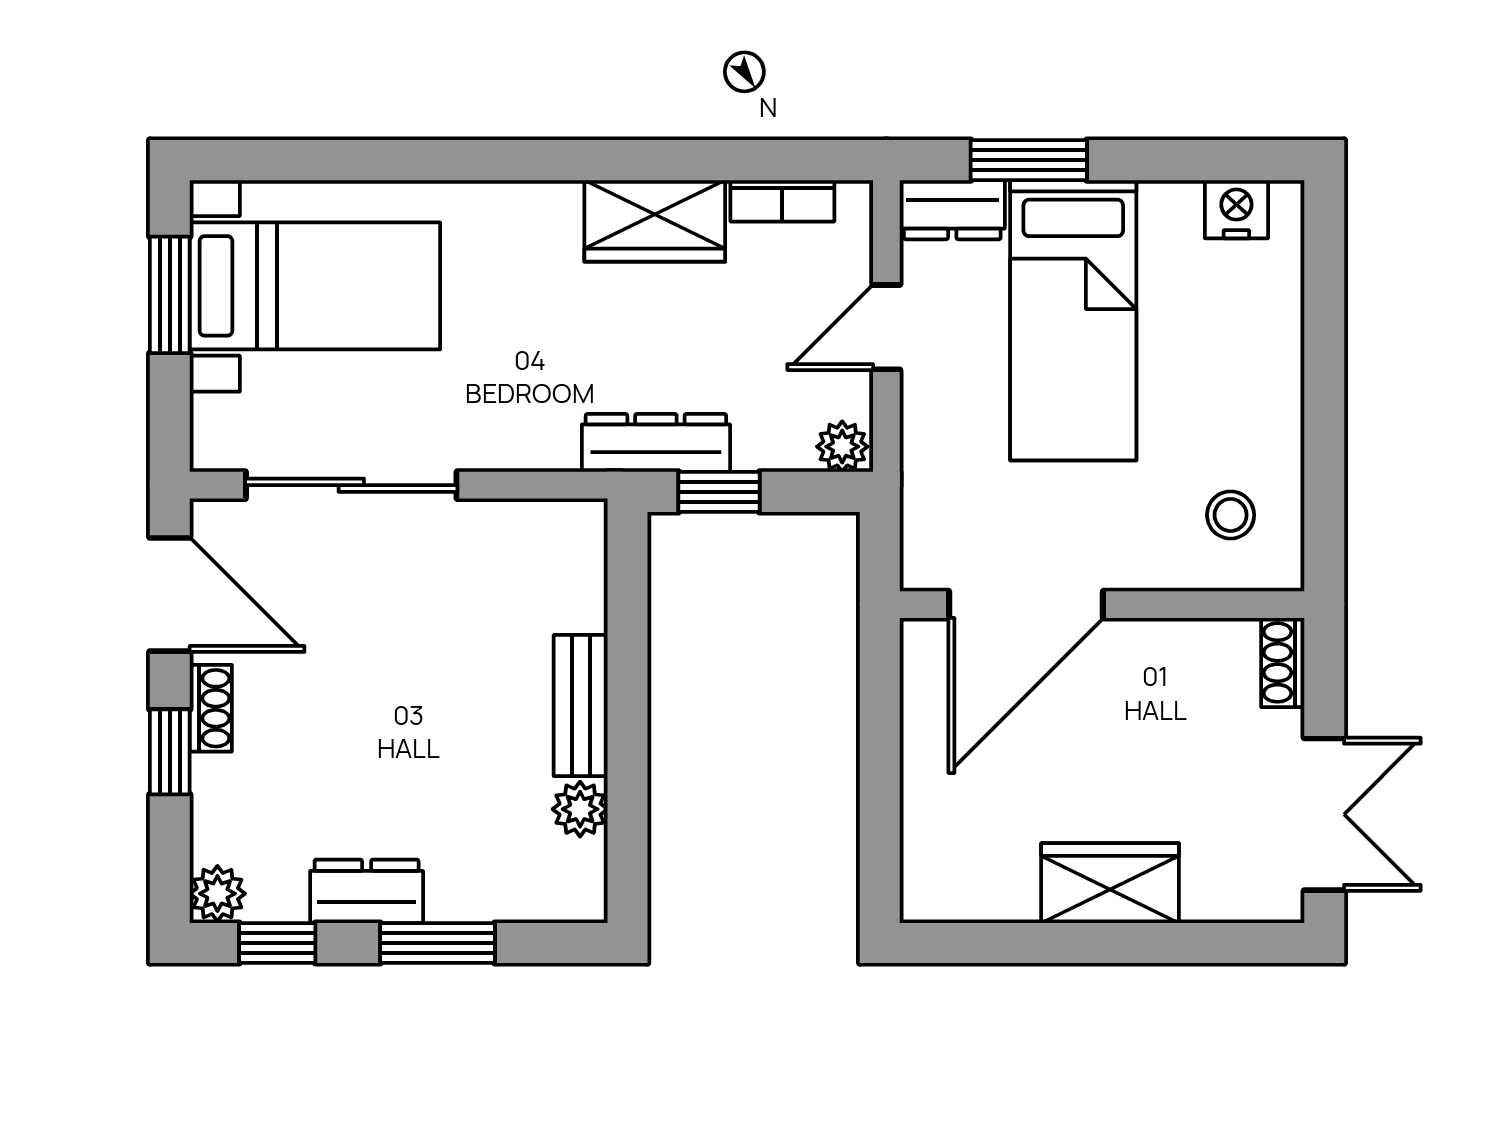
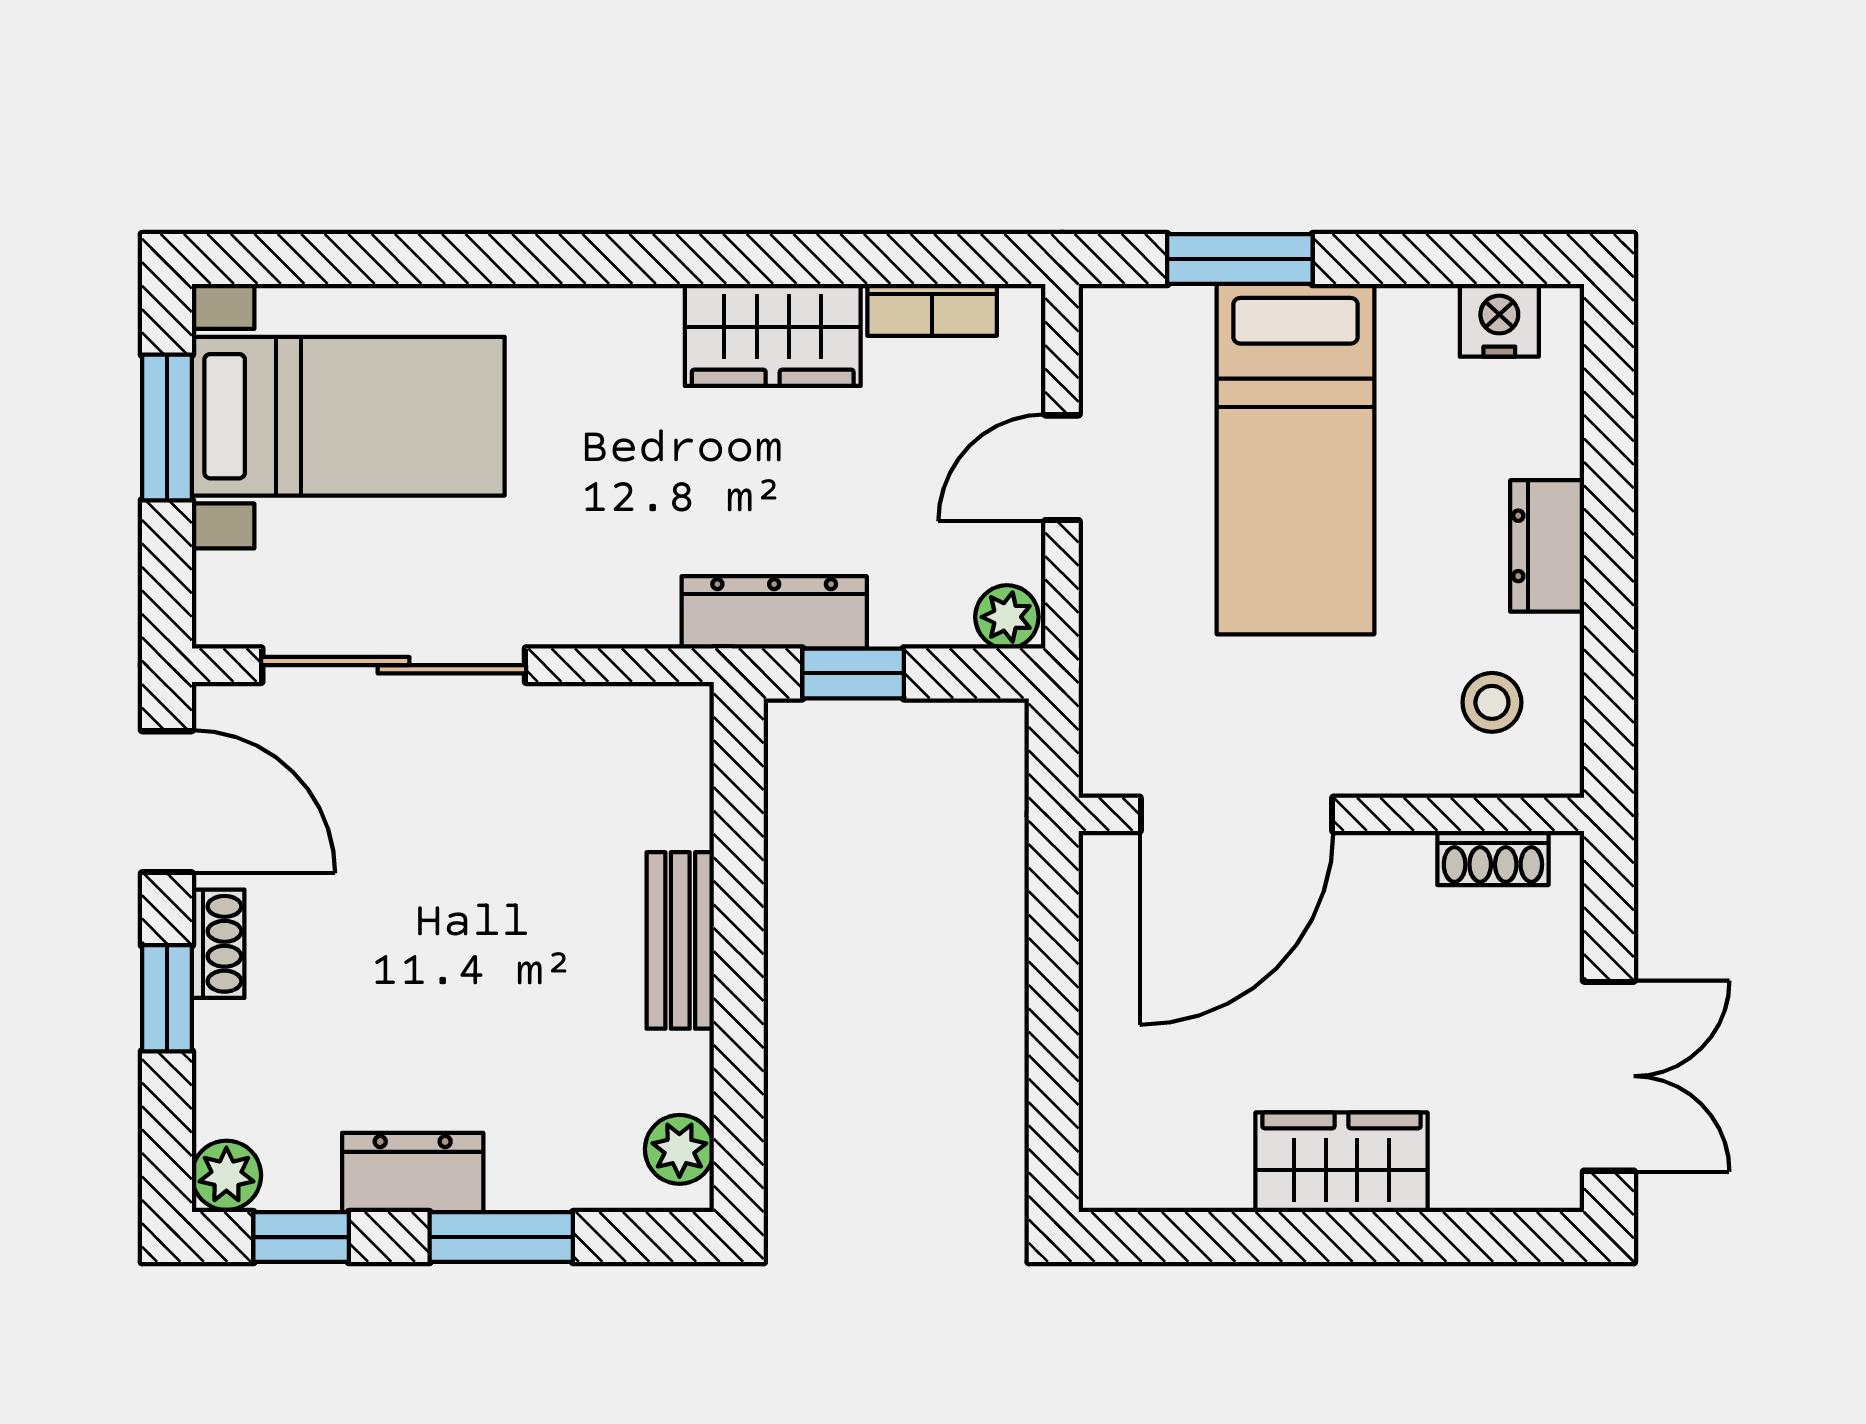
dresser: (952, 210) -> (1547, 546), moved, turned 90
shoe rack: (1283, 662) -> (1493, 858), moved, turned -90
plant: (580, 809) -> (679, 1149), moved

